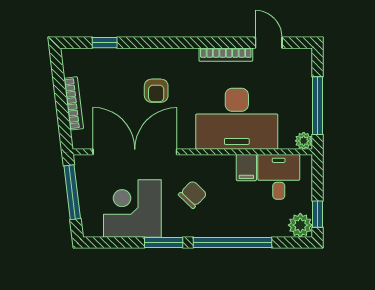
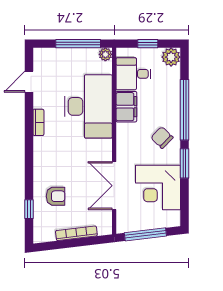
bookcase: (226, 55) -> (38, 122), width x0.64
armchair: (156, 91) -> (56, 196), moved
double door: (135, 152) -> (114, 186), width x0.73
filing cabinet: (246, 168) -> (126, 107), width x2.00
chair: (193, 194) -> (162, 138), moved
window: (318, 214) -> (148, 44), moved

